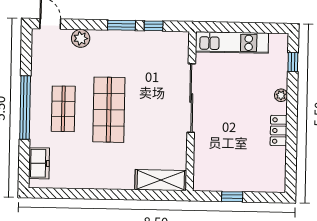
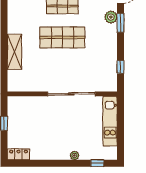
window: (121, 25) -> (120, 23), moved
locker: (279, 131) -> (19, 154), moved
shelving: (161, 180) -> (15, 52), moved

